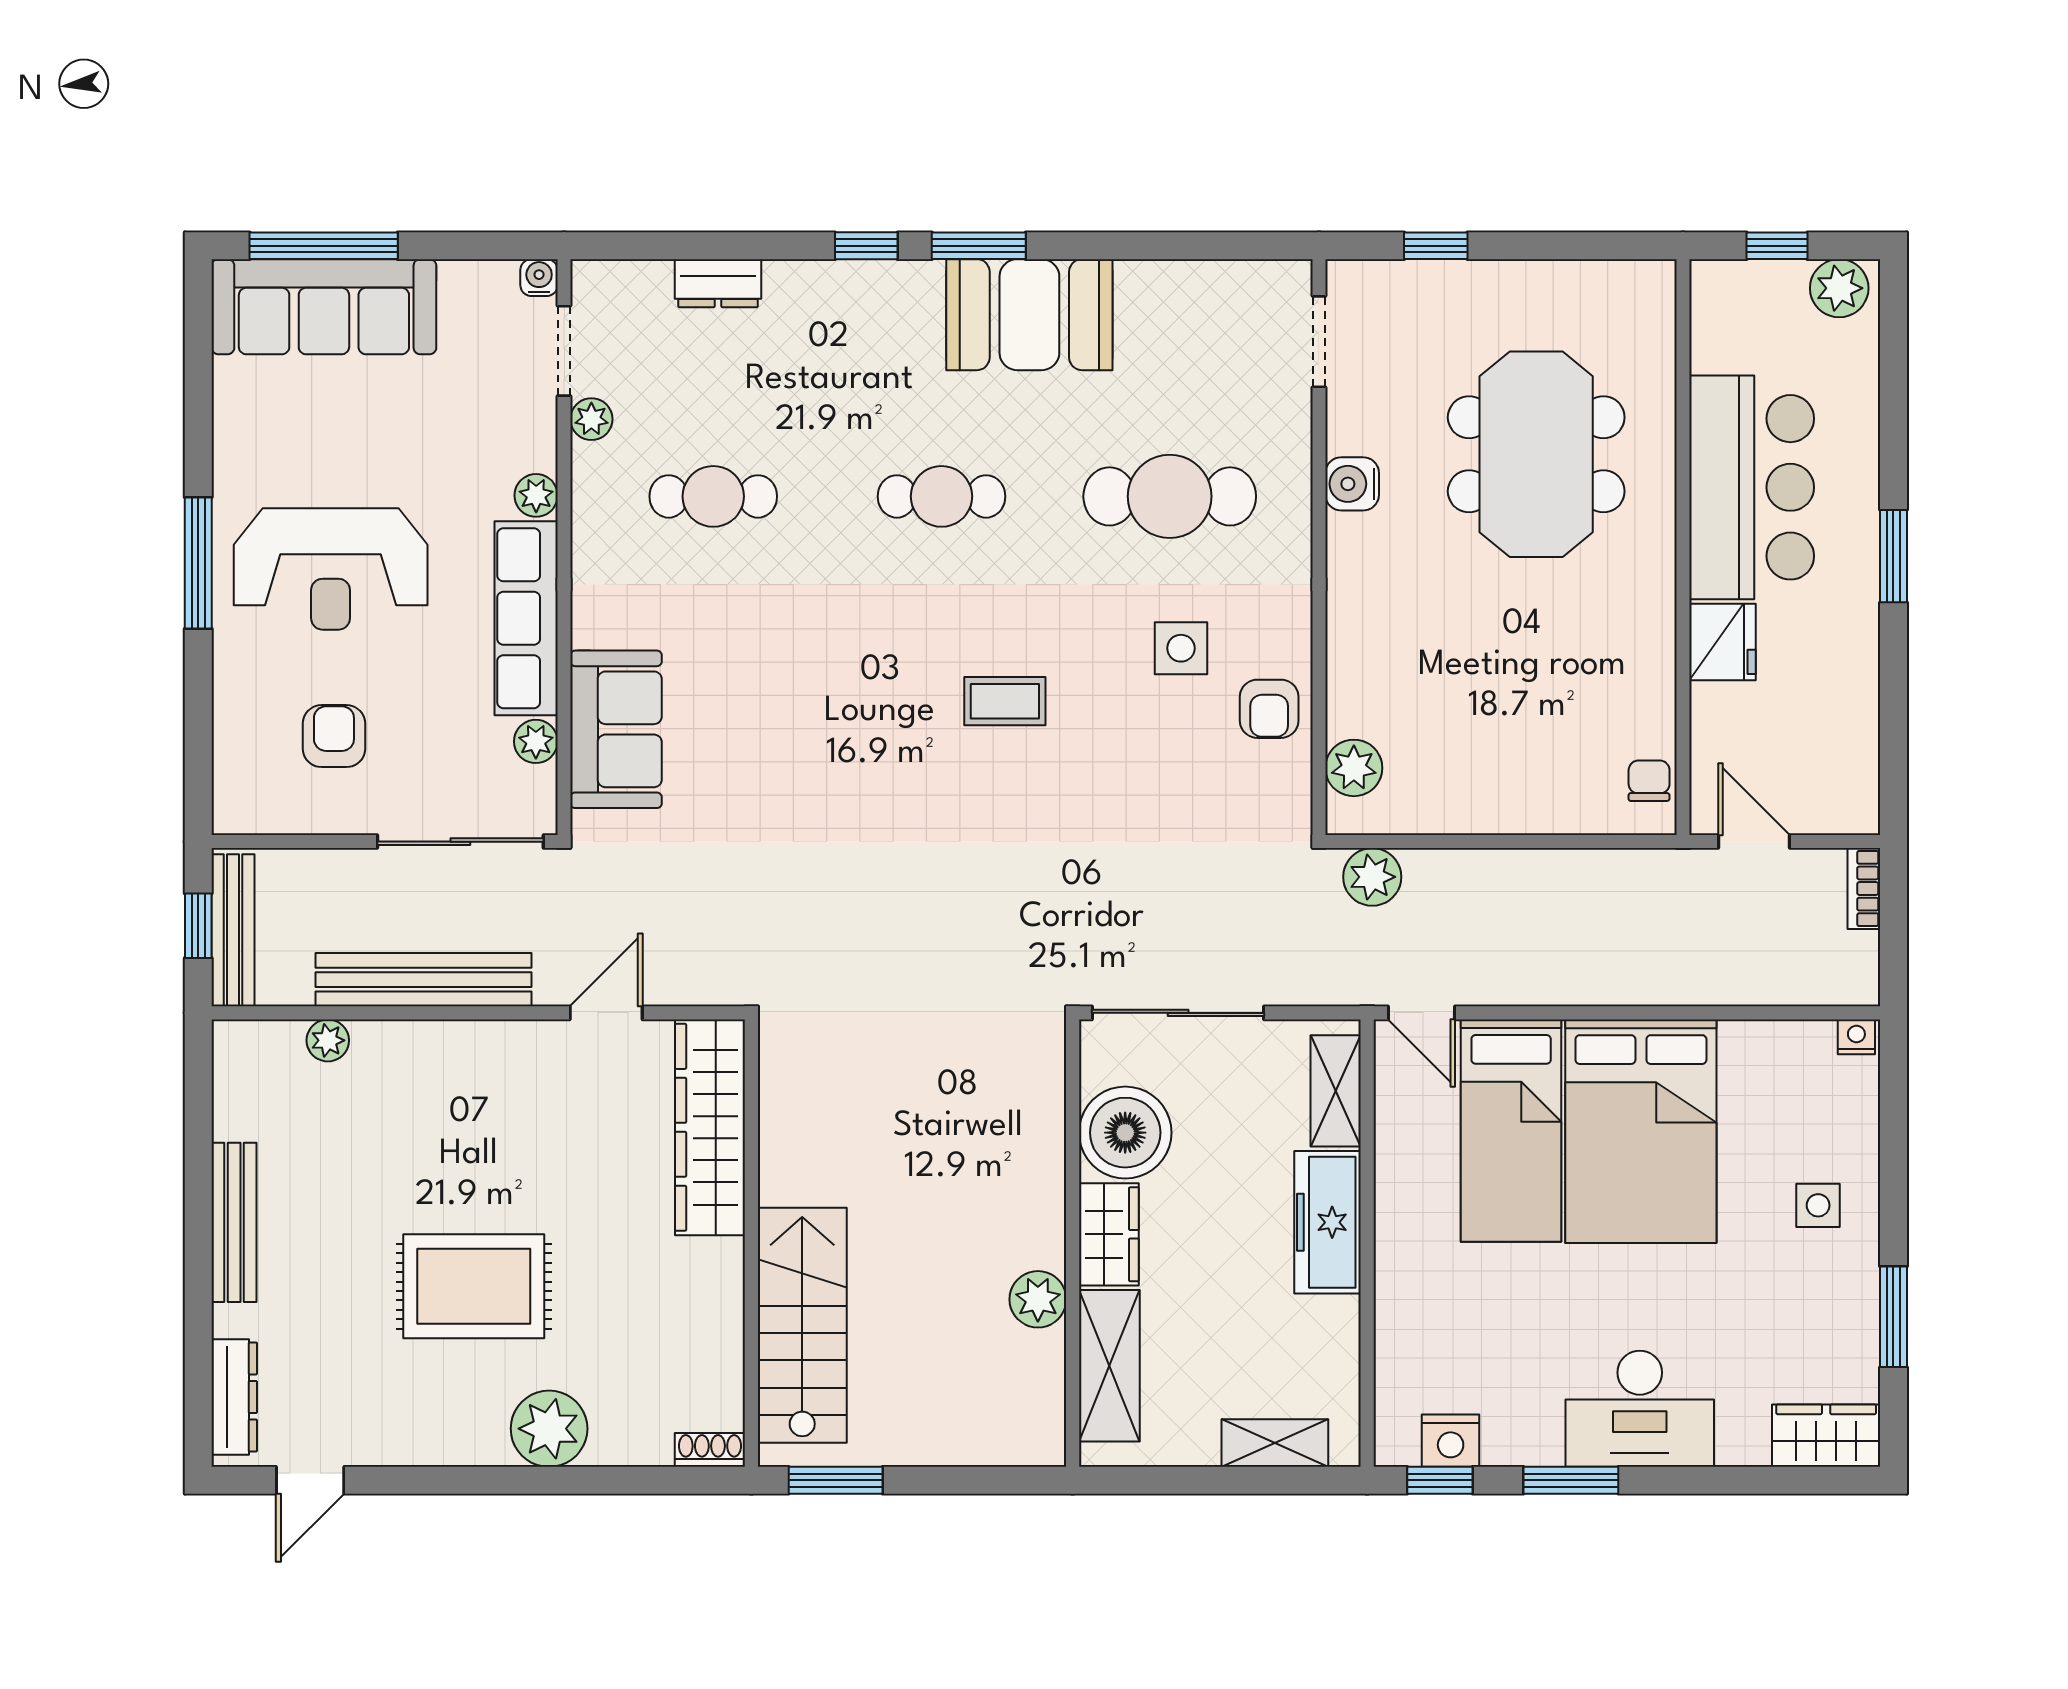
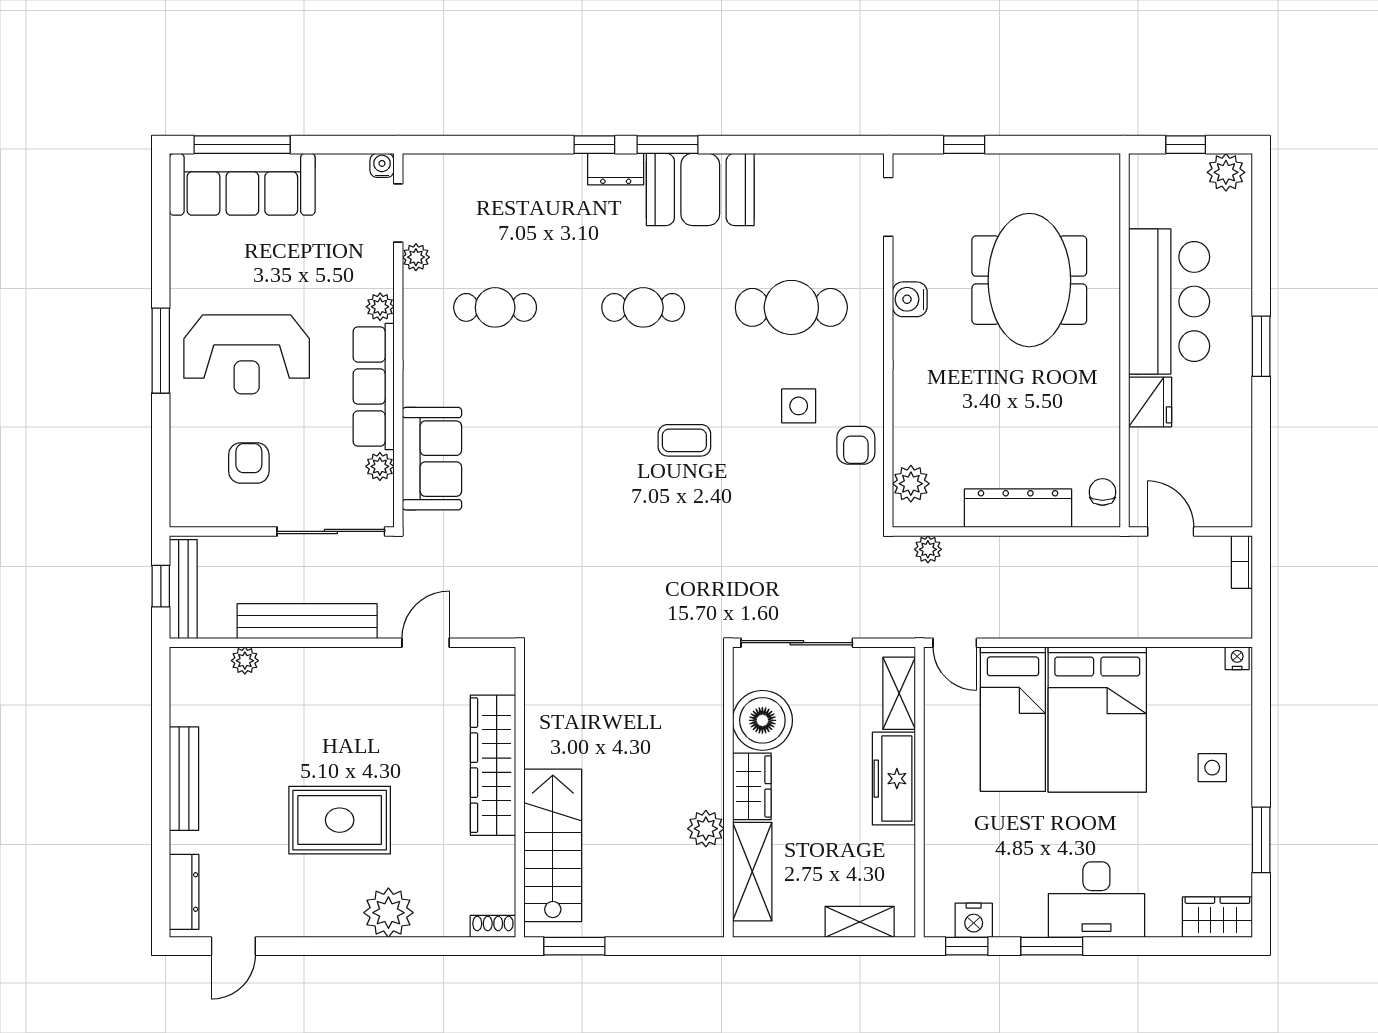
dresser: (718, 283) -> (616, 169), moved
dresser: (1519, 806) -> (1018, 508), added
plant: (1372, 877) -> (928, 549), width x0.73, depth x0.73
wardrobe: (710, 1127) -> (493, 765), moved

